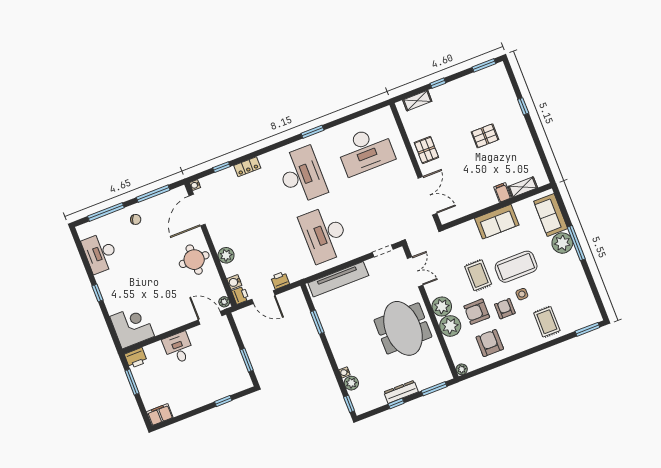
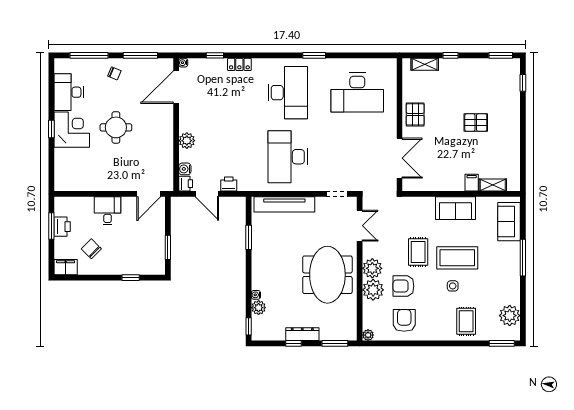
window: (523, 106) -> (523, 83), moved
plant: (562, 243) -> (510, 316), moved
round table: (194, 260) -> (116, 127), moved
plant: (224, 302) -> (168, 184), removed
armchair: (505, 309) -> (431, 294), removed
door: (210, 318) -> (149, 194), swing flipped
corner desk: (132, 326) -> (72, 130), moved
printer: (136, 358) -> (62, 227), moved, turned -90
chair: (177, 389) -> (91, 249), added

